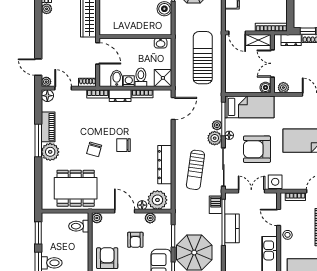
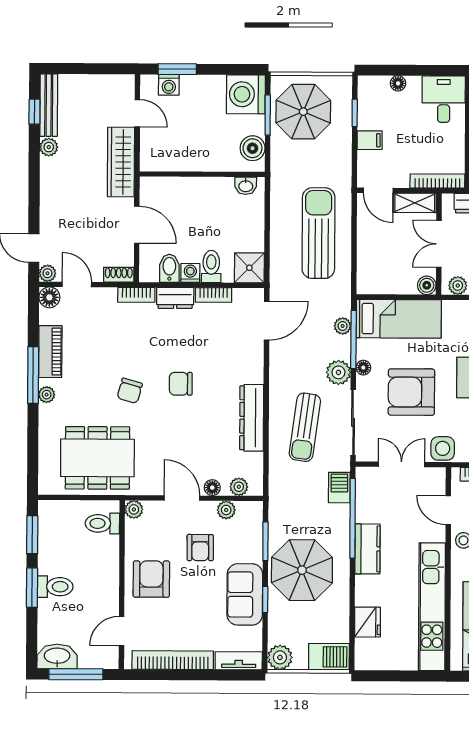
wall: (135, 37) -> (202, 174), moved
washbasin: (161, 43) -> (246, 186), moved
plant: (217, 125) -> (343, 326), moved
plant: (50, 152) -> (47, 395), width x0.53, depth x0.53
plant: (157, 200) -> (239, 487), width x0.53, depth x0.53
kitchen counter: (232, 228) -> (367, 549), moved

